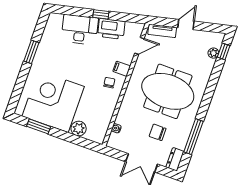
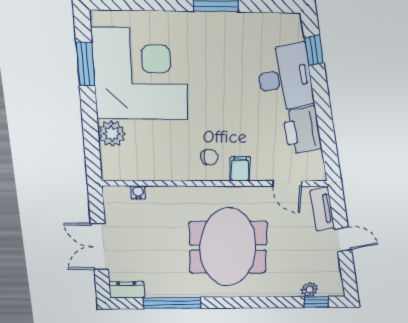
window: (101, 14) -> (314, 51), moved
chair: (158, 132) -> (158, 254), removed

